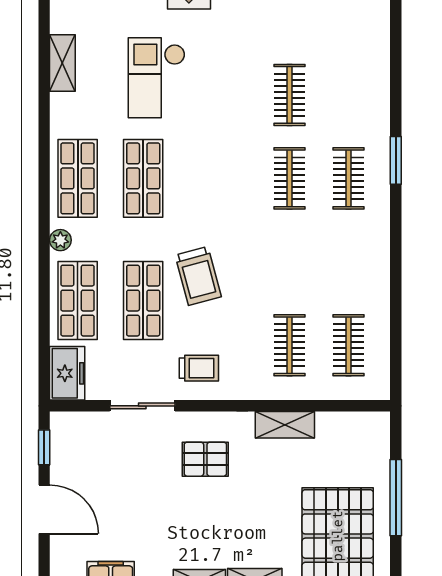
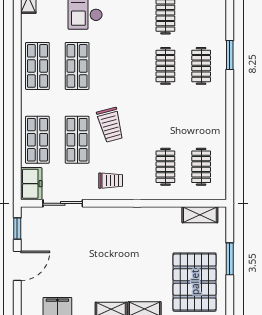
plant: (60, 240) -> (27, 103), removed
sliding door: (142, 406) -> (63, 203), moved
shelving: (285, 425) -> (200, 215), moved
pallet: (205, 459) -> (115, 236), removed
window: (396, 498) -> (230, 259), width x0.69
door: (44, 509) -> (17, 266), hinge flipped

